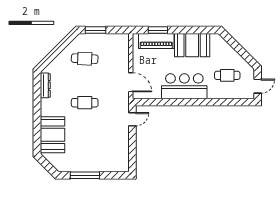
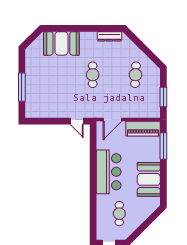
window: (96, 30) -> (163, 97), moved
window: (158, 30) -> (163, 146), width x1.44
piano: (156, 41) -> (143, 129), moved, turned -90
window: (85, 175) -> (22, 87), moved

